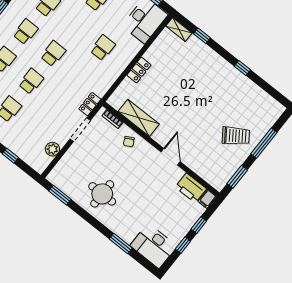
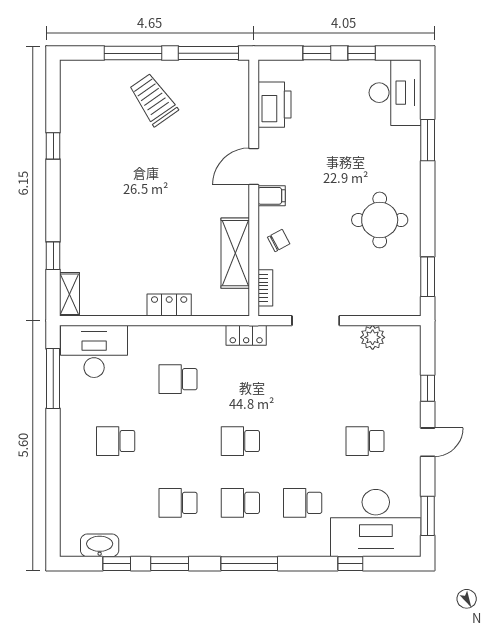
window: (242, 68) -> (53, 146), moved
school desk: (31, 81) -> (303, 441), removed
locker: (90, 104) -> (246, 335), moved
window: (237, 177) -> (208, 53), width x1.44
filing cabinet: (207, 199) -> (272, 196), moved

